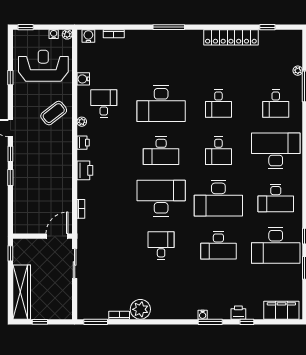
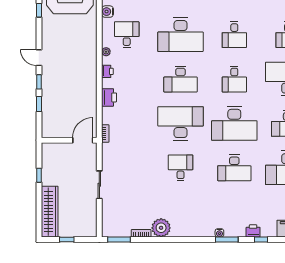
coffee table: (54, 113) -> (80, 44), removed
wall: (42, 236) -> (69, 140), moved
door: (57, 236) -> (83, 140), moved

